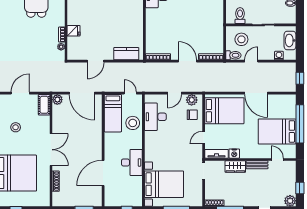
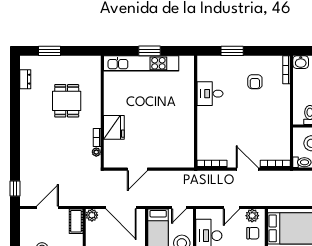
fridge: (74, 31) -> (114, 127), width x1.88, depth x1.34
kitchen counter: (126, 54) -> (174, 160), removed
door: (130, 93) -> (179, 208), swing flipped

